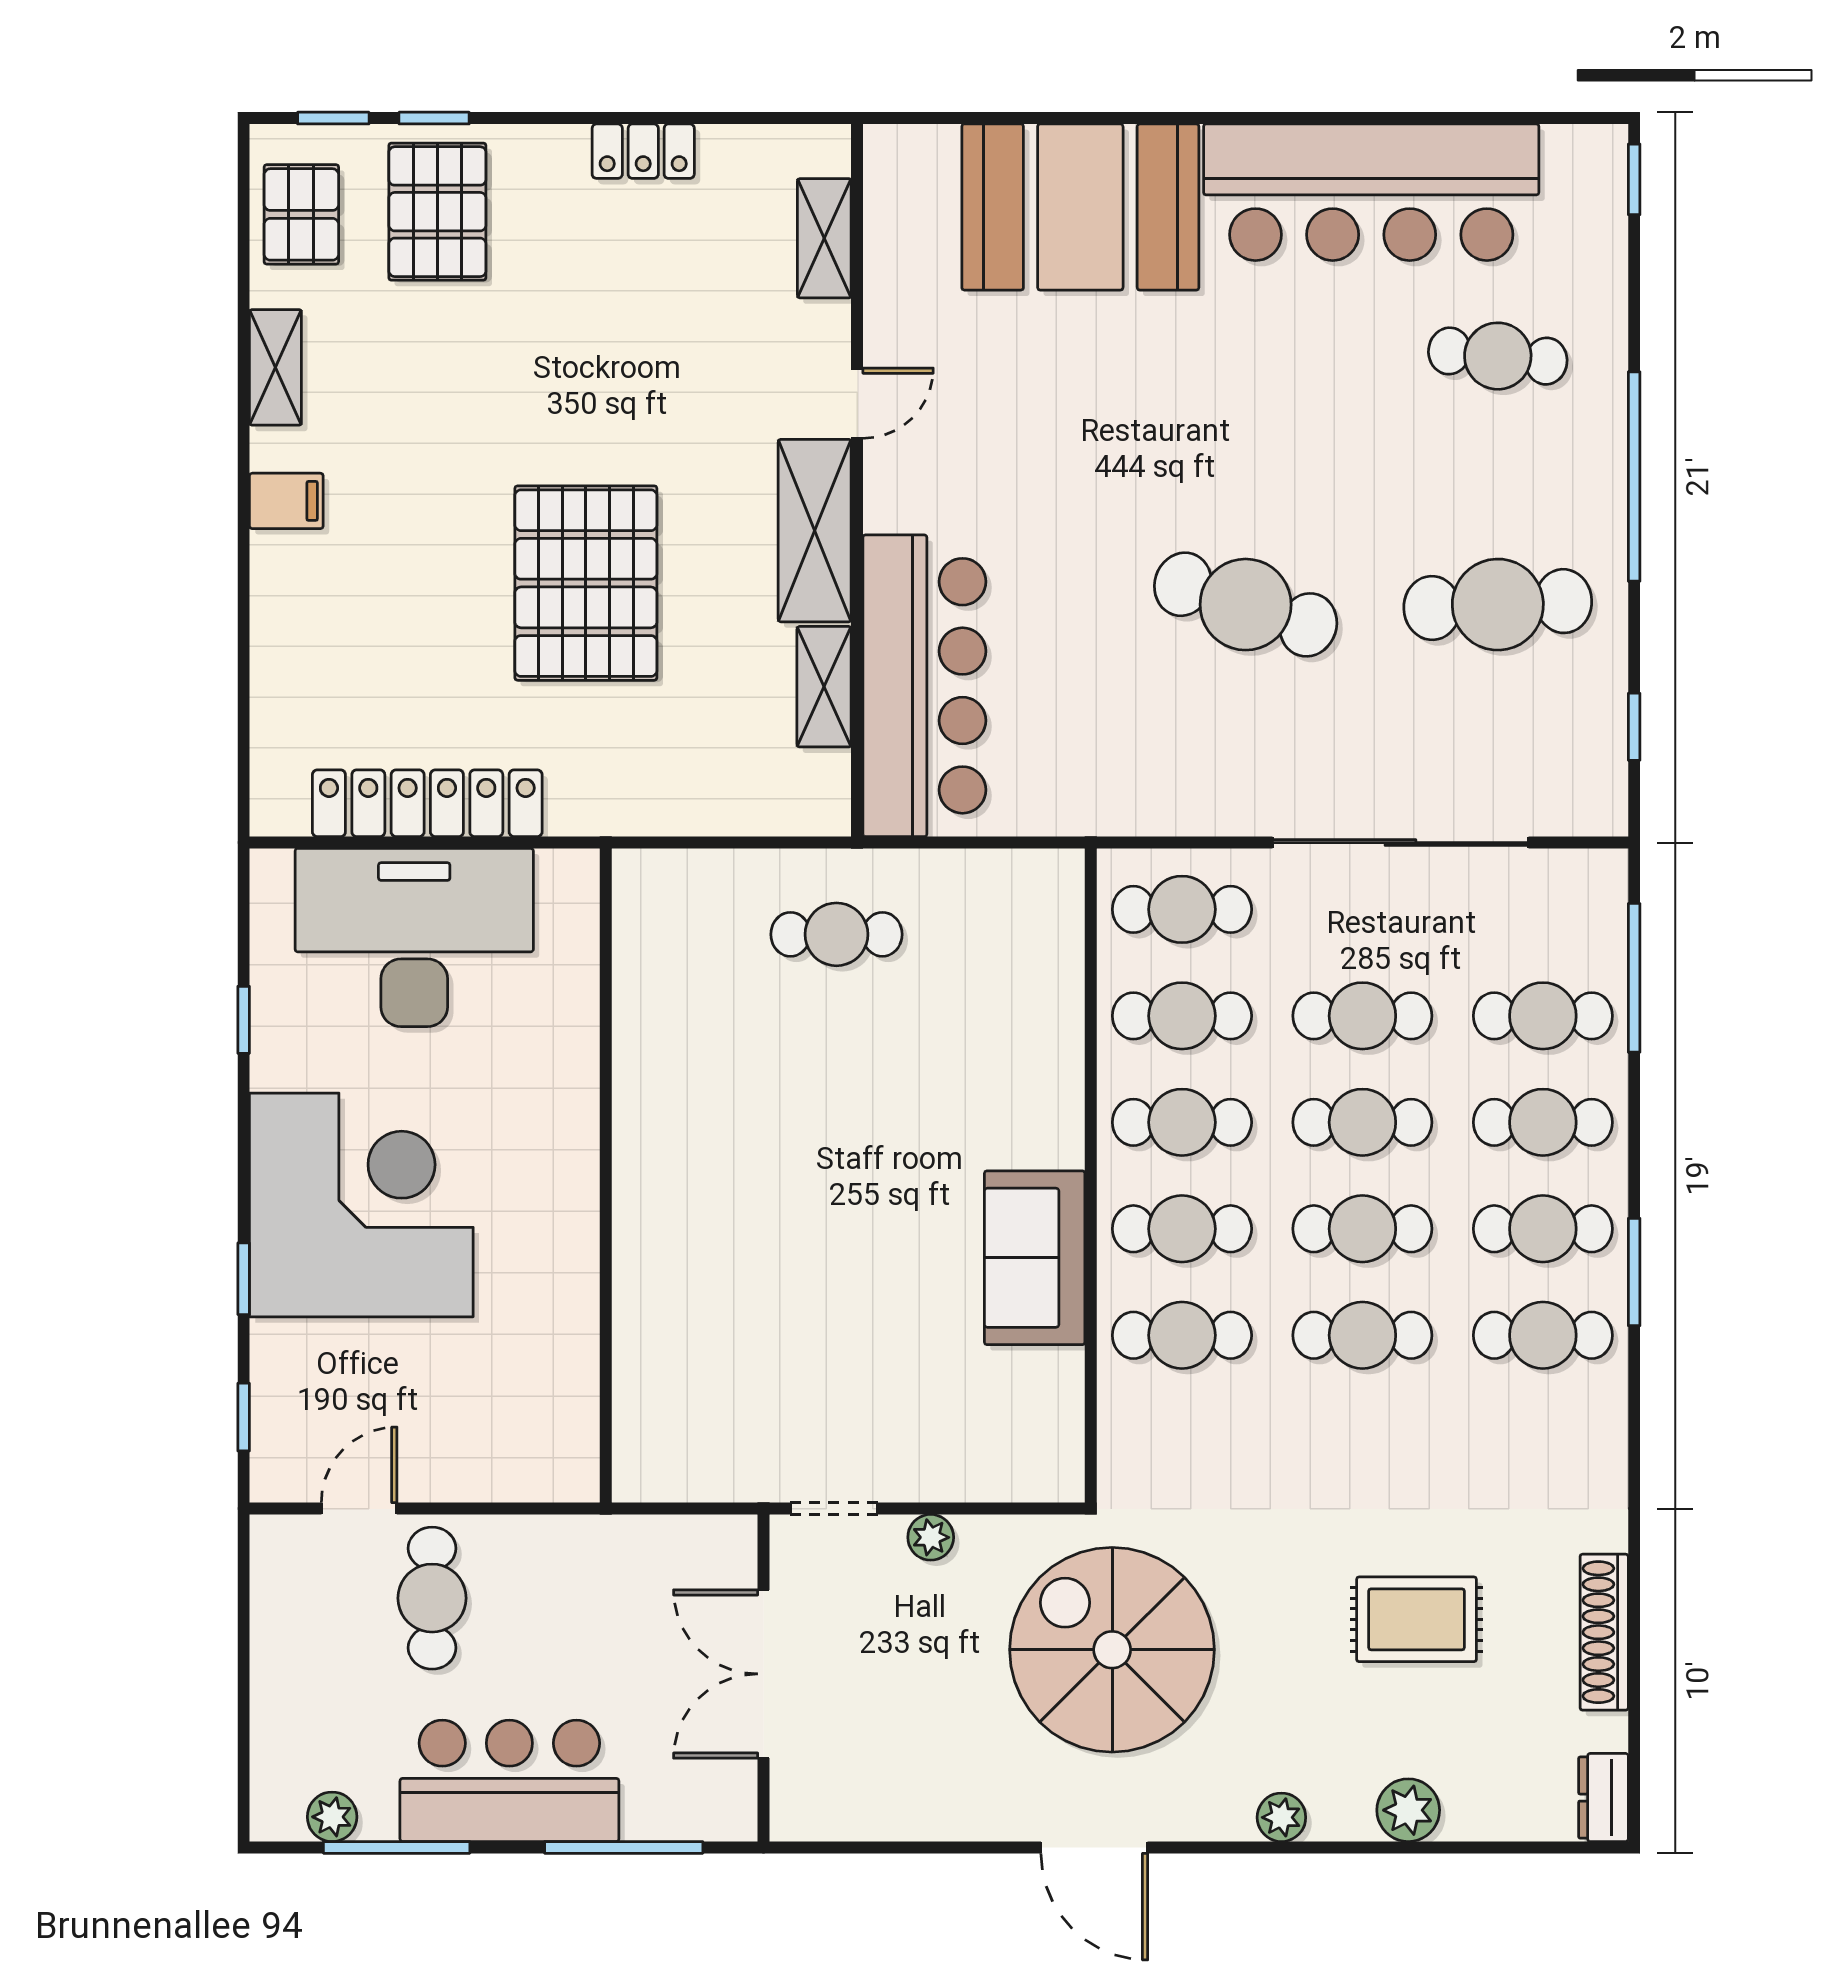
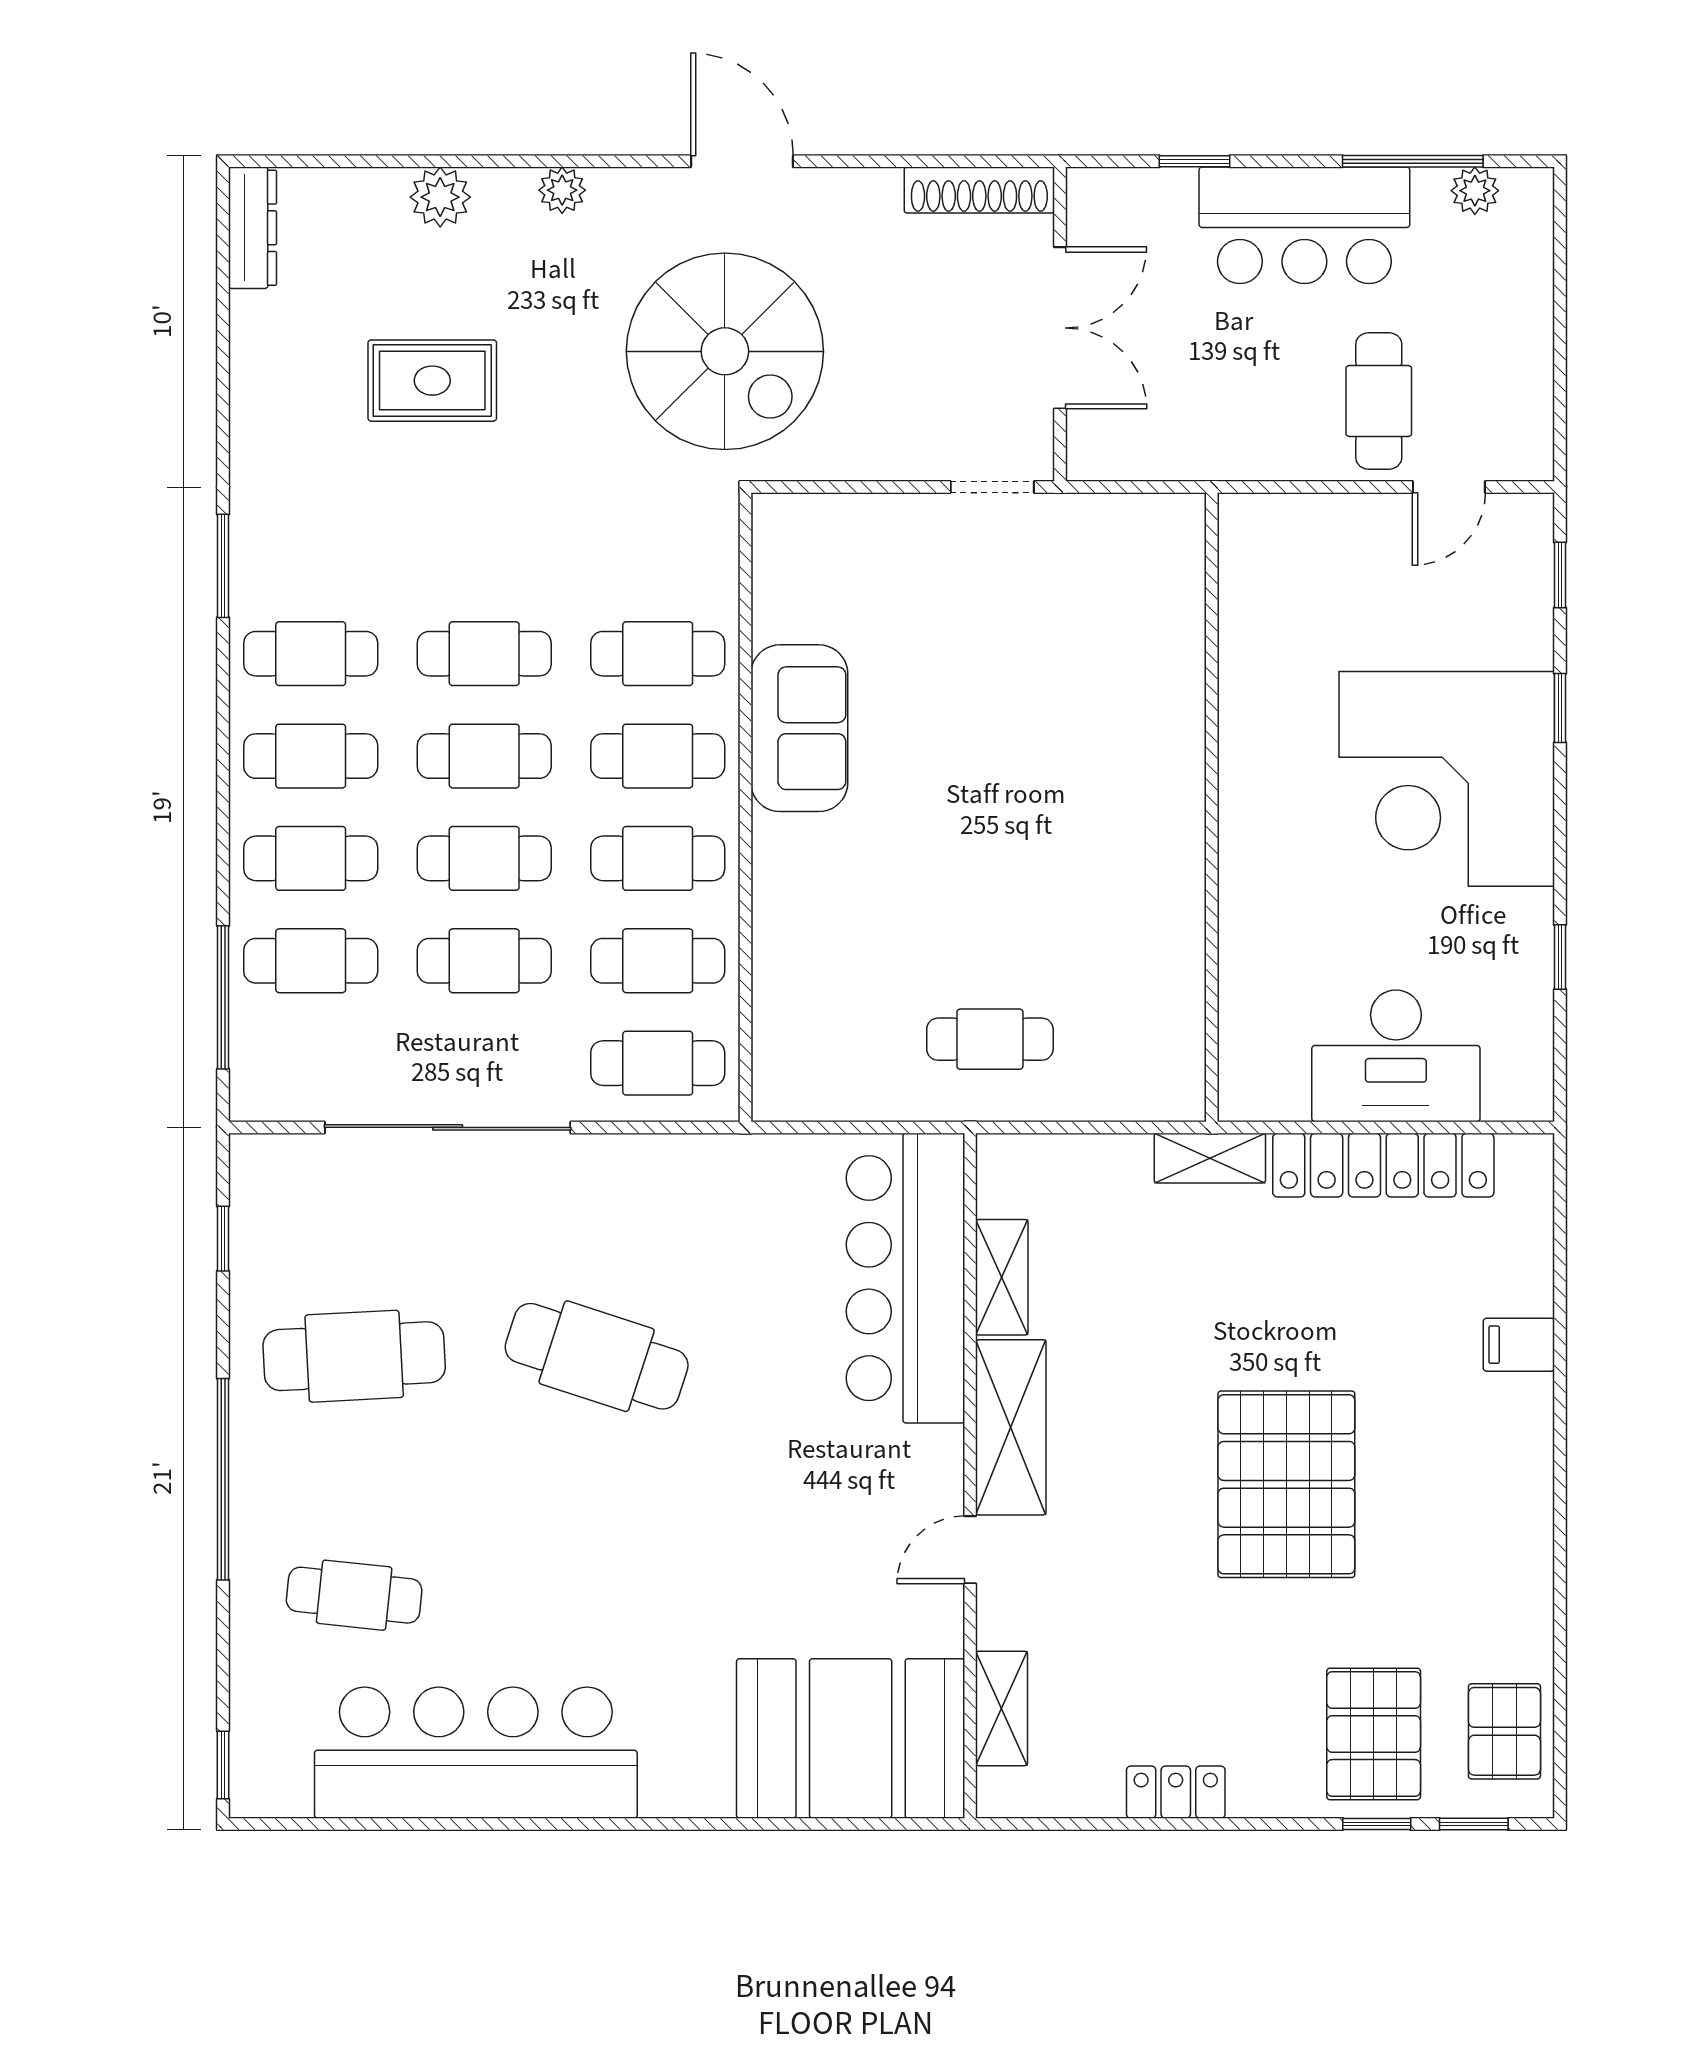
booth: (1080, 207) -> (851, 1738), moved
shelving: (275, 367) -> (1210, 1158), moved, turned 90
filing cabinet: (286, 501) -> (1519, 1345), moved
pallet: (586, 583) -> (1286, 1484), moved
desk: (414, 938) -> (1396, 1056), width x0.73, depth x0.77
window: (1634, 1272) -> (223, 566), moved
plant: (931, 1537) -> (899, 459), removed
shoe rack: (1604, 1632) -> (979, 190), moved, turned 90
dresser: (1603, 1798) -> (252, 228), width x1.44
window: (624, 1847) -> (1195, 161), width x0.46

